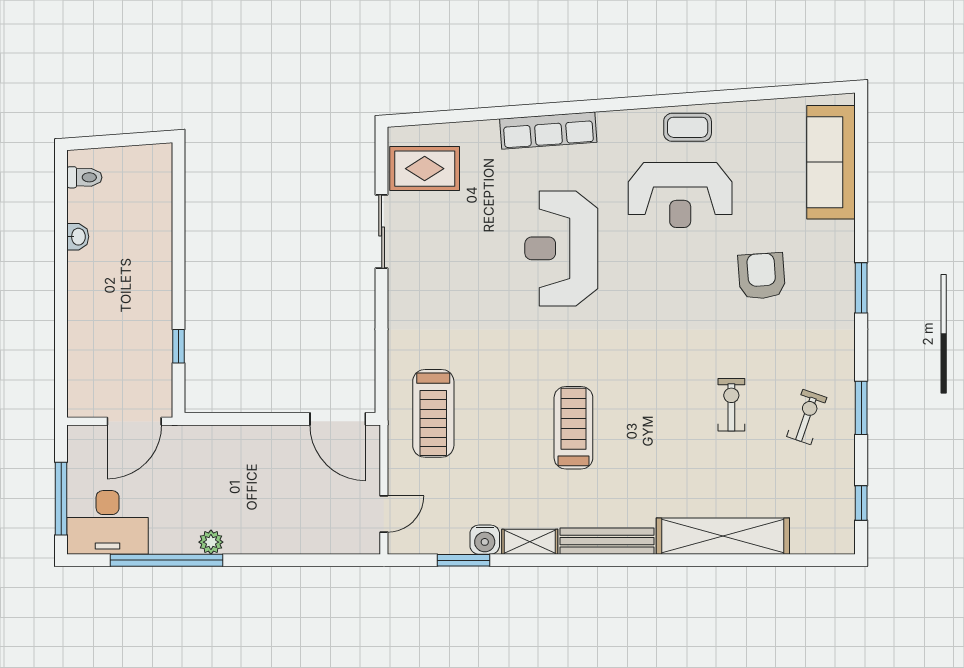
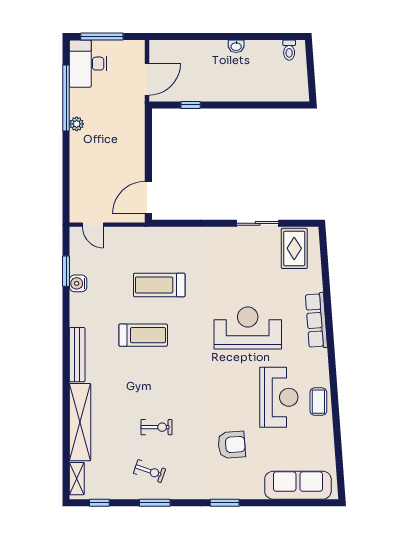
reception desk: (680, 195) -> (279, 397), turned 180
washbasin: (78, 237) -> (236, 46), moved
treadmill: (433, 413) -> (159, 285), moved
door: (134, 421) -> (147, 79), swing flipped
shelving: (530, 542) -> (77, 479), moved

